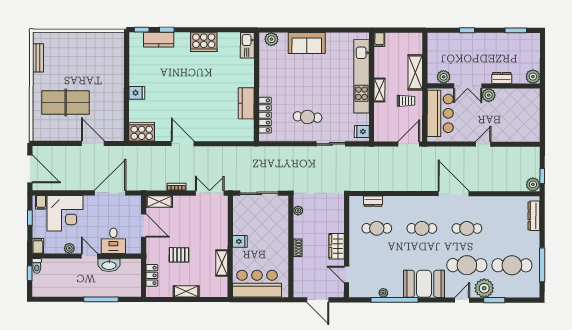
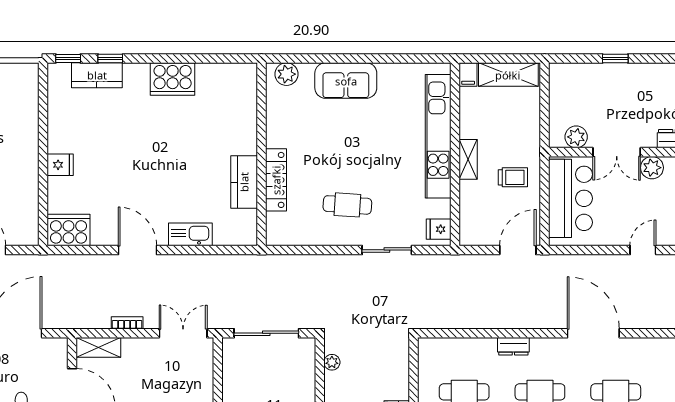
kitchen sink: (247, 45) -> (190, 234), moved, turned 90
shelving: (415, 72) -> (508, 75), moved, turned 90
locker: (265, 115) -> (276, 180), moved
dresser: (373, 201) -> (513, 346), moved

